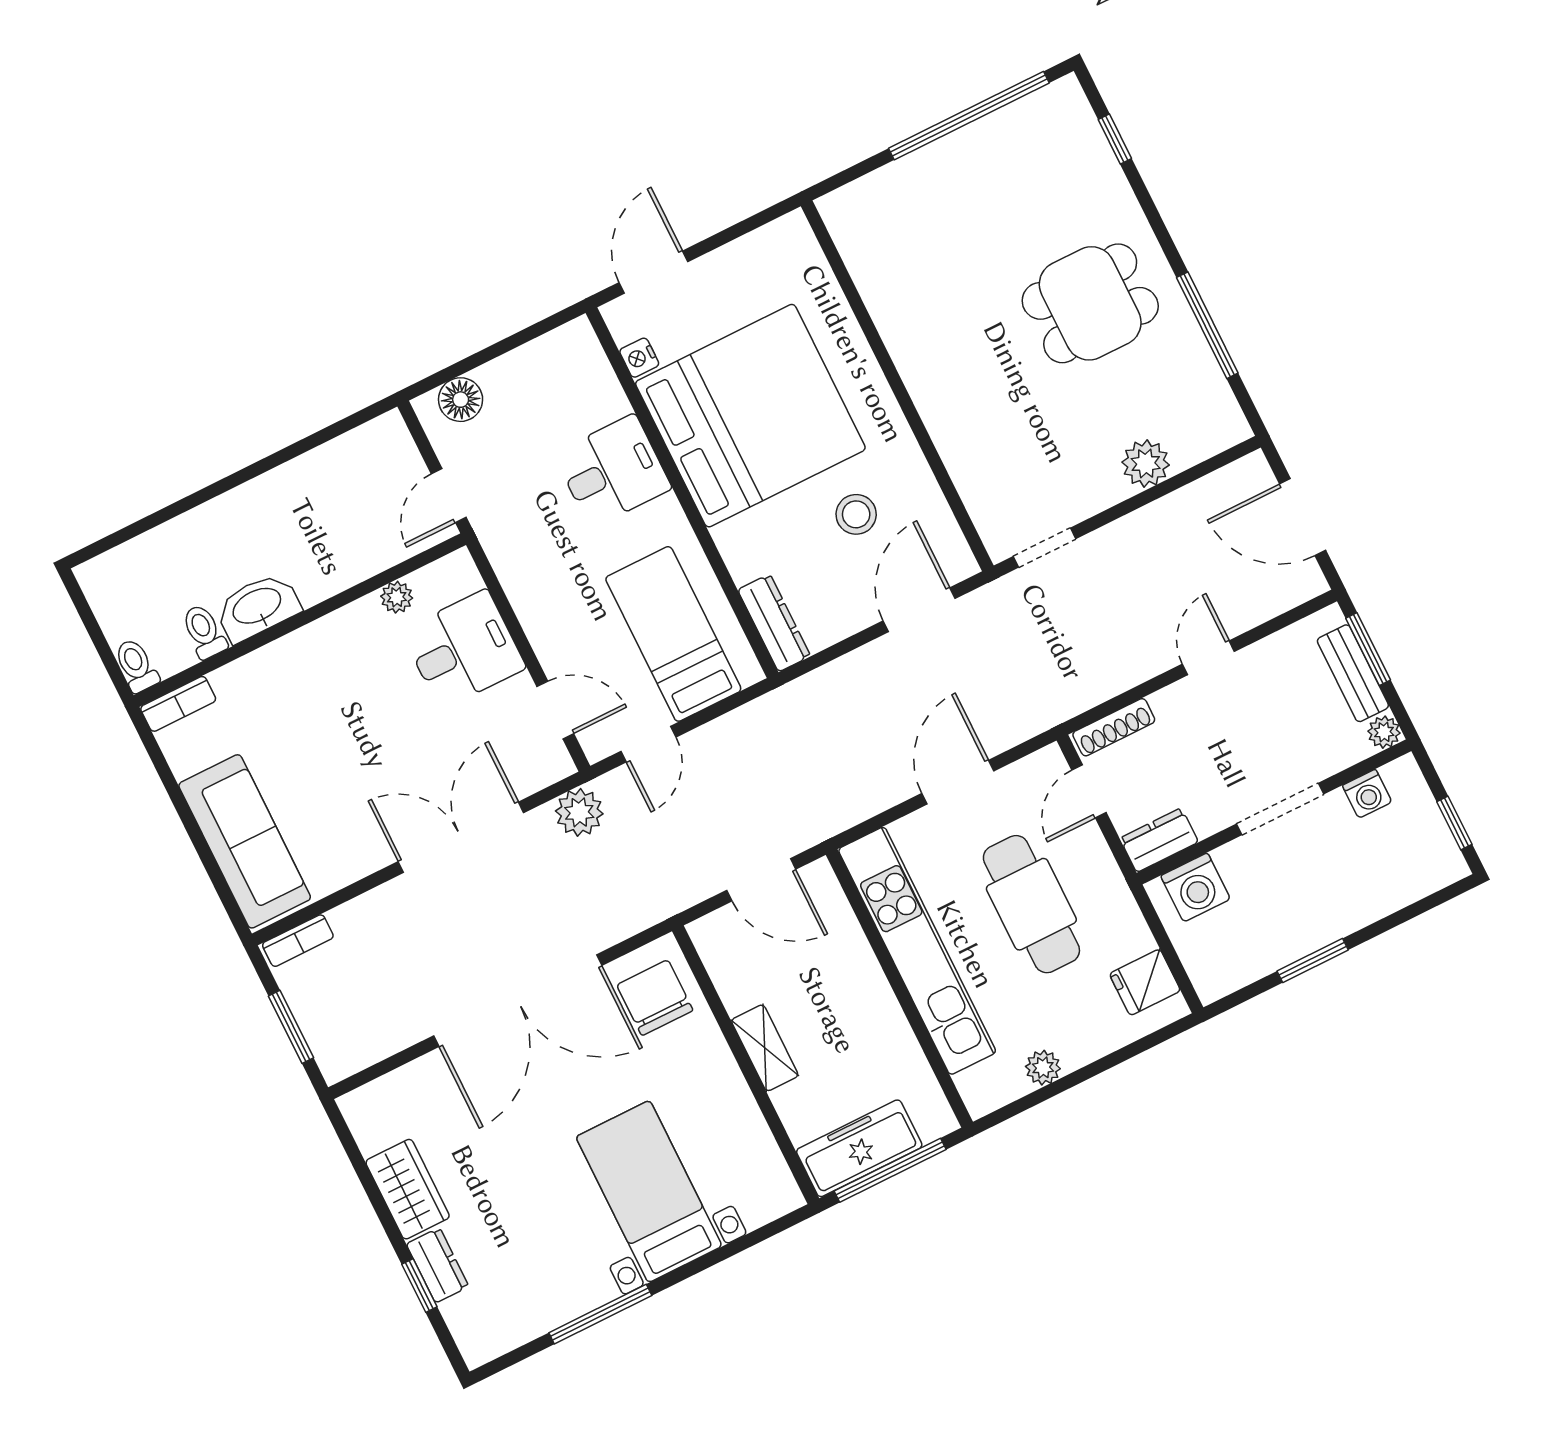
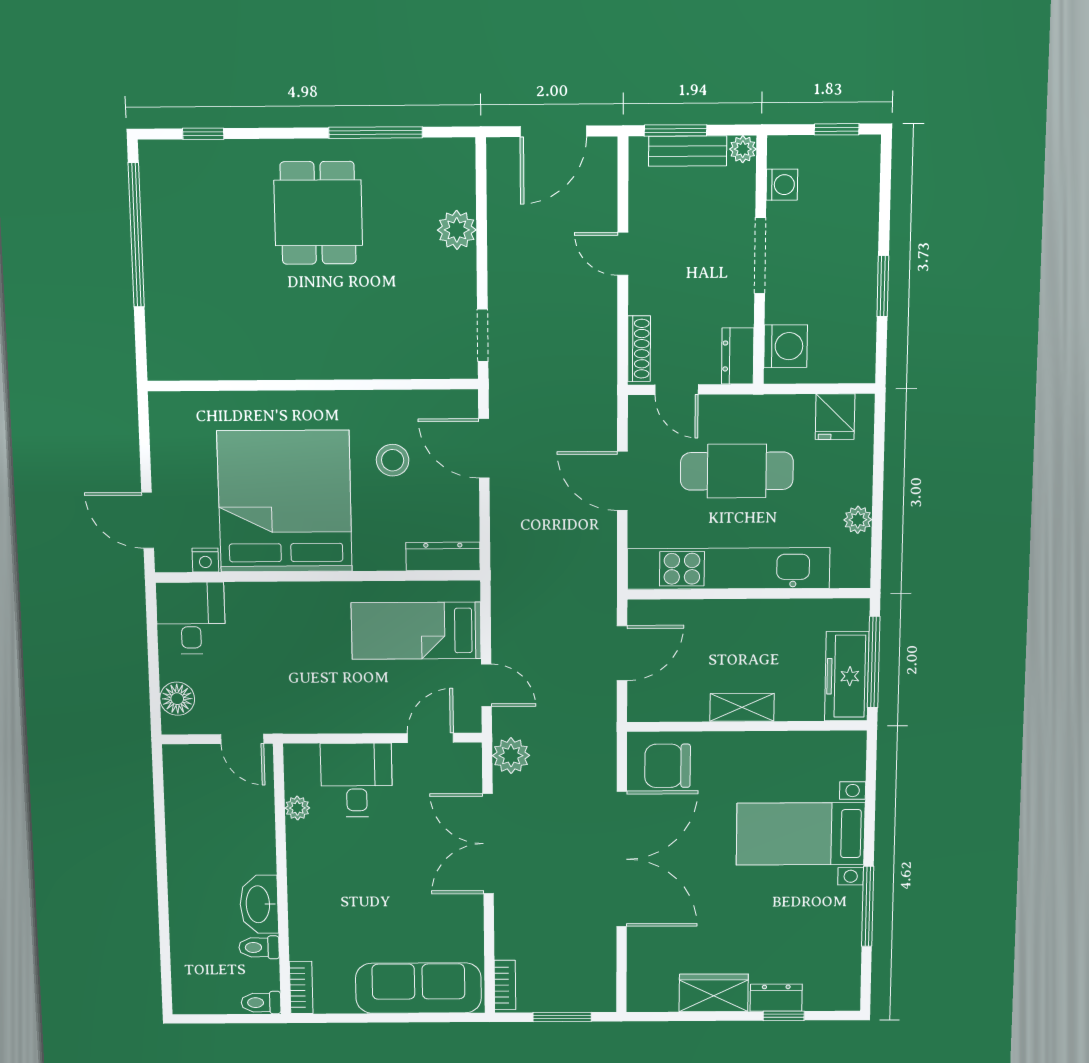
desk: (613, 471) -> (191, 618), moved

